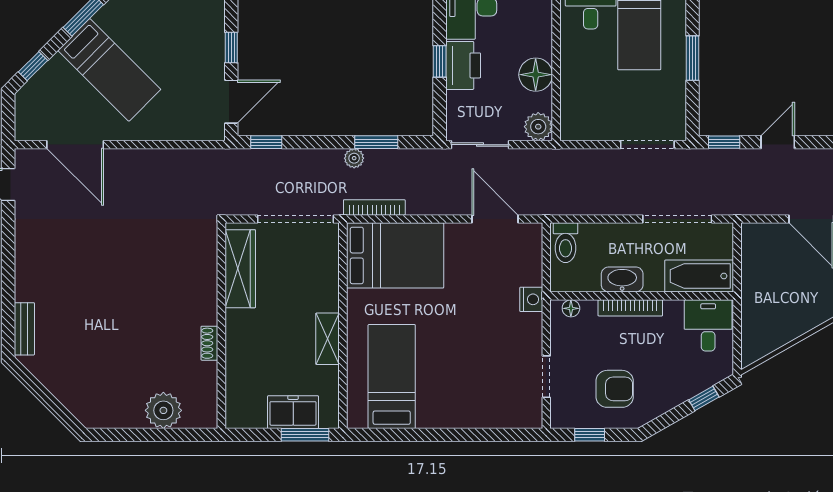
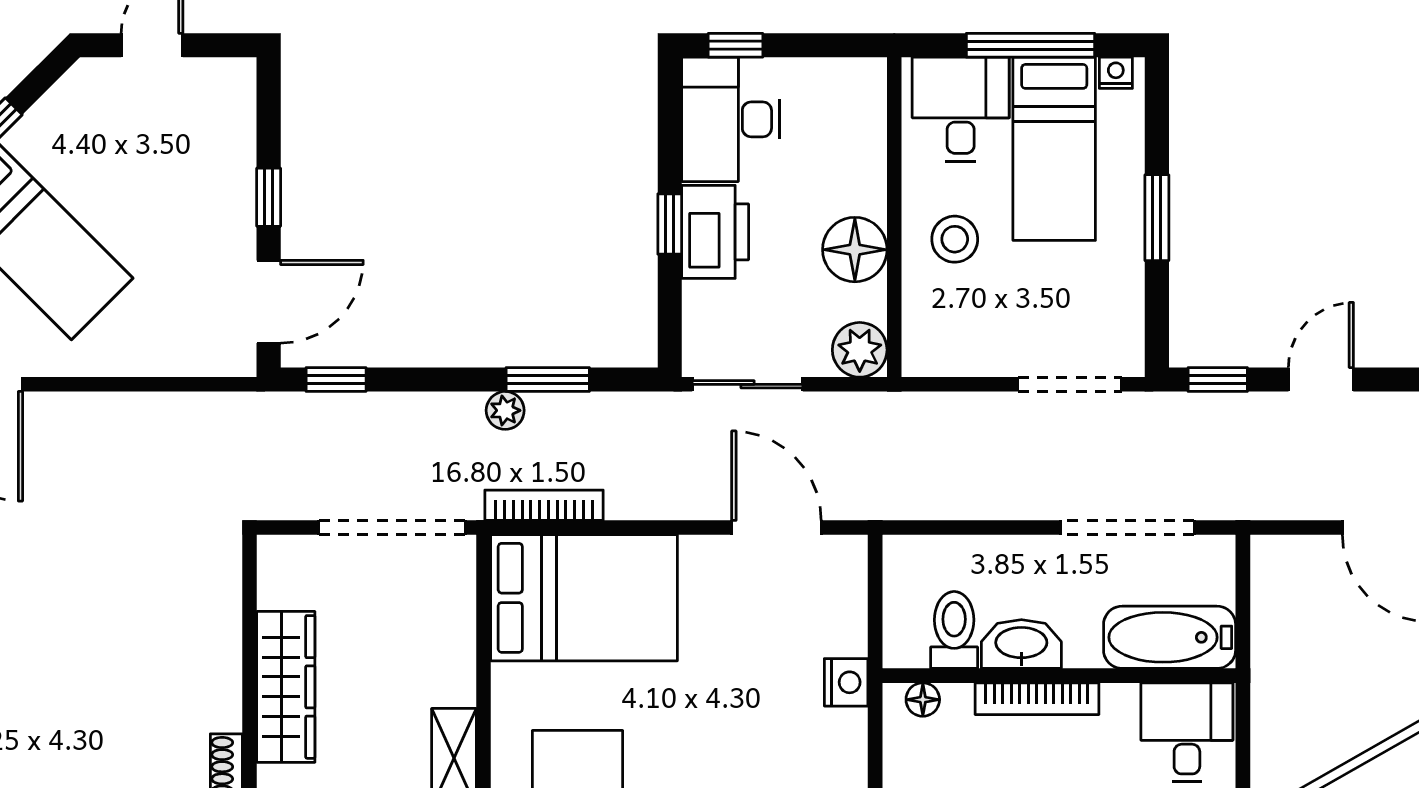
stool: (588, 69) -> (955, 239), added
toilet: (565, 243) -> (954, 630), moved, turned 180
wardrobe: (240, 269) -> (286, 687), moved

